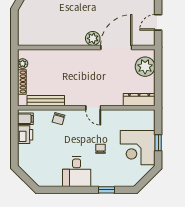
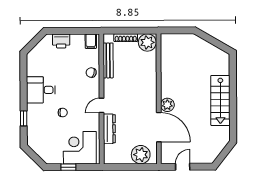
door: (158, 22) -> (183, 167), hinge flipped
plant: (23, 64) -> (147, 42), width x1.88, depth x1.88
dresser: (139, 100) -> (109, 129), moved
printer: (25, 135) -> (61, 41), moved
corner desk: (138, 148) -> (80, 148), moved

